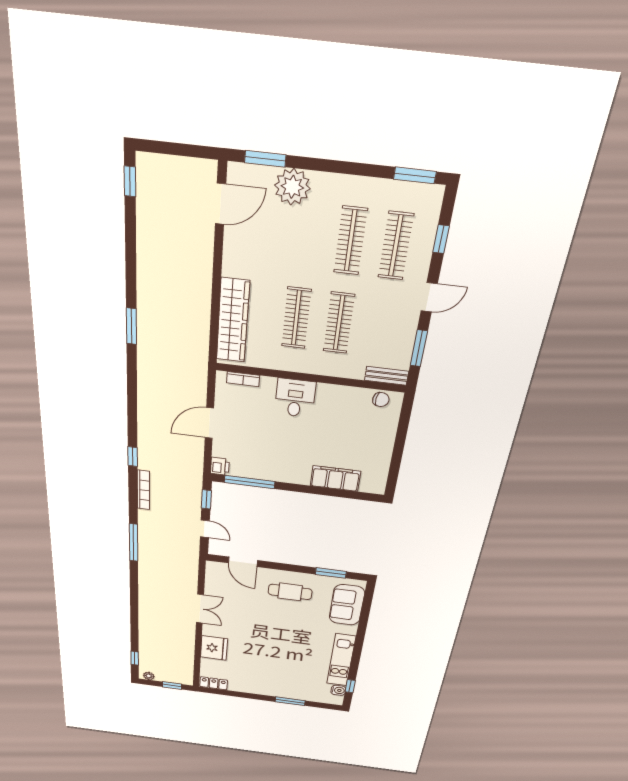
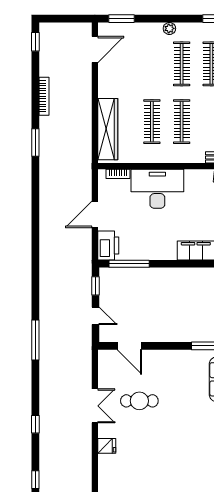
plant: (292, 187) -> (169, 28), moved, width x0.53, depth x0.53
desk: (295, 398) -> (157, 189), width x1.87, depth x1.30
window: (133, 457) -> (35, 424), moved
printer: (220, 466) -> (108, 246), width x1.87, depth x1.48
bookcase: (143, 490) -> (44, 96), moved
cafe table: (290, 592) -> (139, 401), moved
fridge: (214, 648) -> (107, 446), width x0.53, depth x0.75

